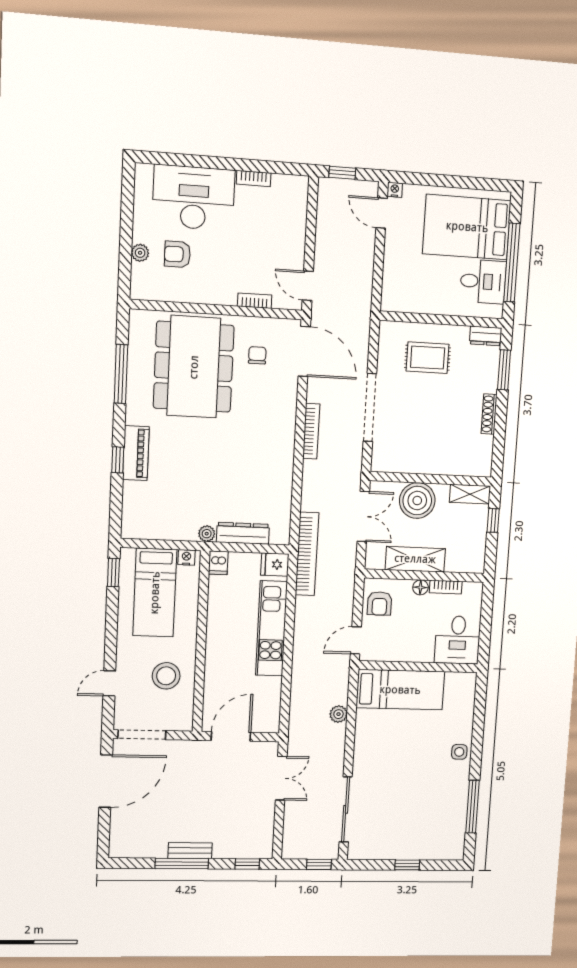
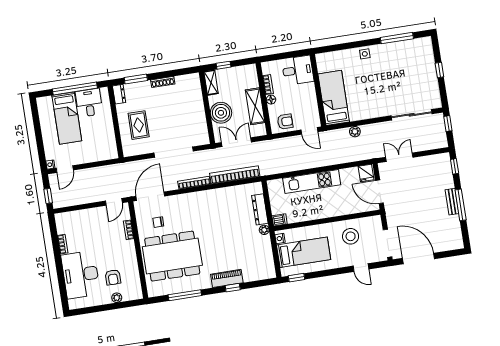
bed: (467, 227) -> (67, 118), width x0.67
bookcase: (307, 554) -> (235, 175), moved
fridge: (275, 564) -> (366, 173), moved

